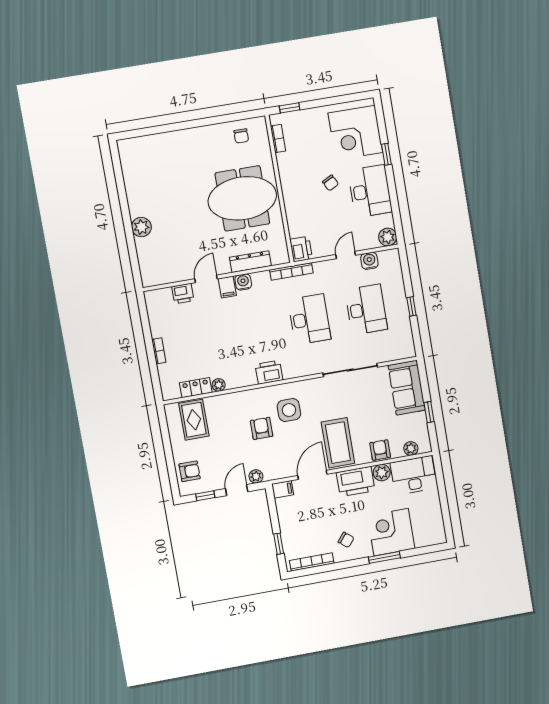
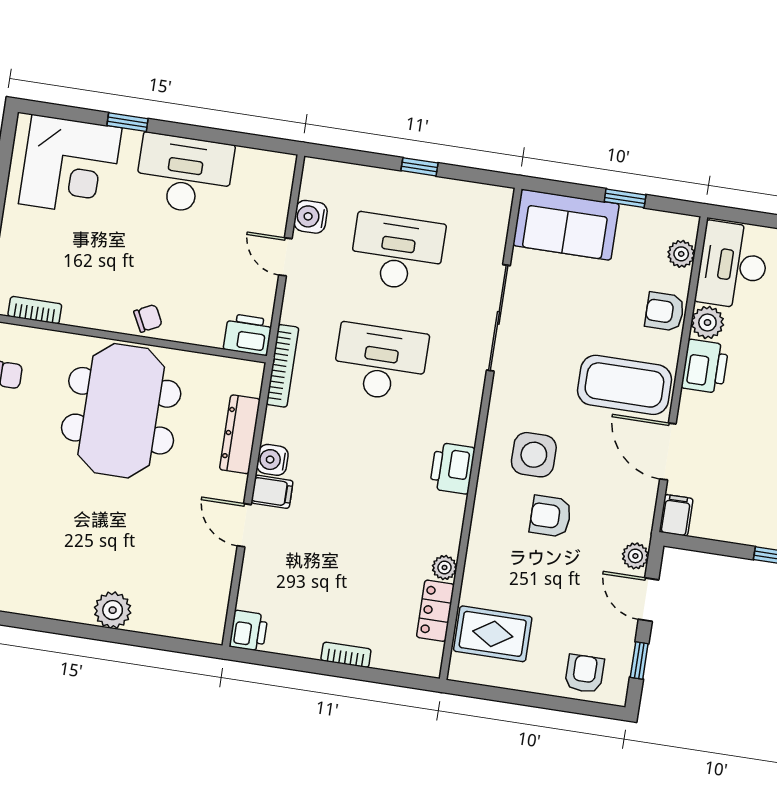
chair: (331, 183) -> (148, 318), moved
plant: (388, 237) -> (278, 169), removed
printer: (183, 294) -> (249, 631), moved
printer: (356, 482) -> (705, 366), width x0.73, depth x0.84

